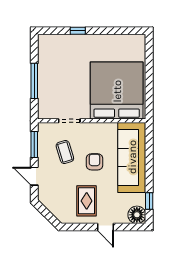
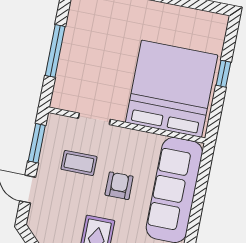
window: (149, 74) -> (223, 74), added
coffee table: (65, 152) -> (79, 163), turned -73

